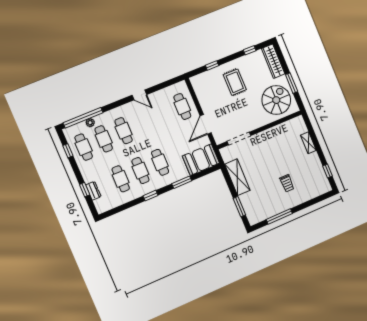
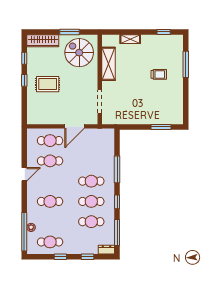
window: (212, 65) -> (24, 80), moved
door: (206, 124) -> (74, 126), hinge flipped
cafe table: (104, 139) -> (50, 161), moved
window: (68, 151) -> (60, 257), moved
booth: (201, 160) -> (104, 144), removed
shelving: (237, 177) -> (108, 64), moved, turned 90
window: (182, 182) -> (117, 169), width x1.44
dresser: (93, 191) -> (106, 250), moved
window: (121, 208) -> (117, 233), added
window: (279, 216) -> (186, 64), moved

